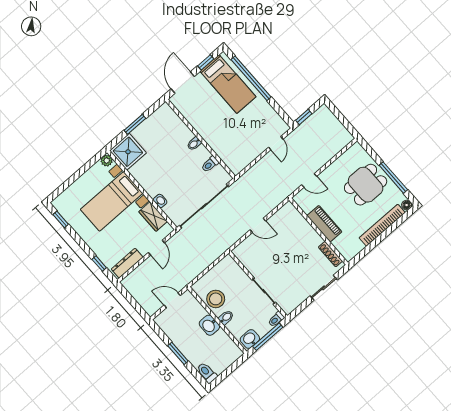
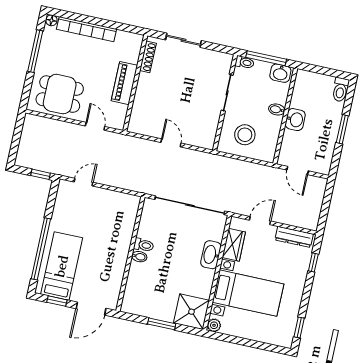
toilet: (210, 164) -> (144, 245), moved
dining table: (366, 185) -> (60, 94), moved
washbasin: (160, 201) -> (211, 255), width x1.91, depth x1.45
stool: (216, 299) -> (245, 135), moved

